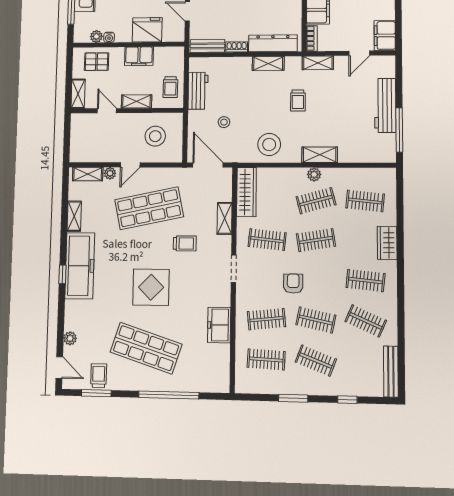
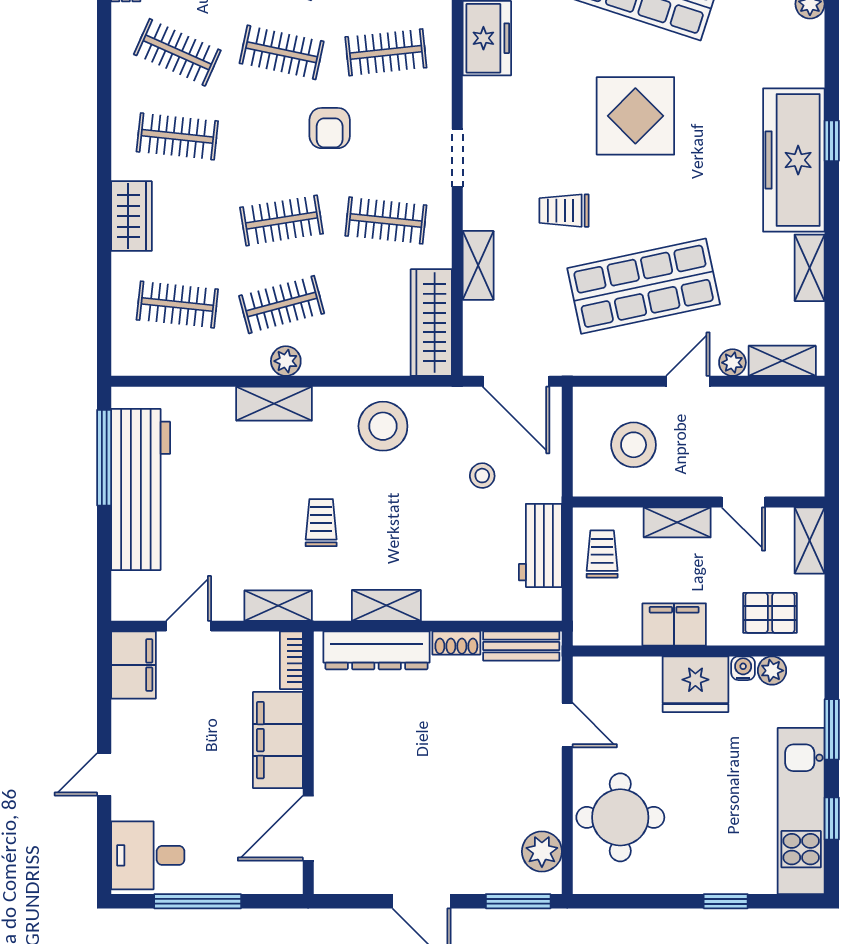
fridge: (147, 30) -> (695, 684), moved
workbench: (385, 105) -> (141, 489), width x1.36, depth x1.32

